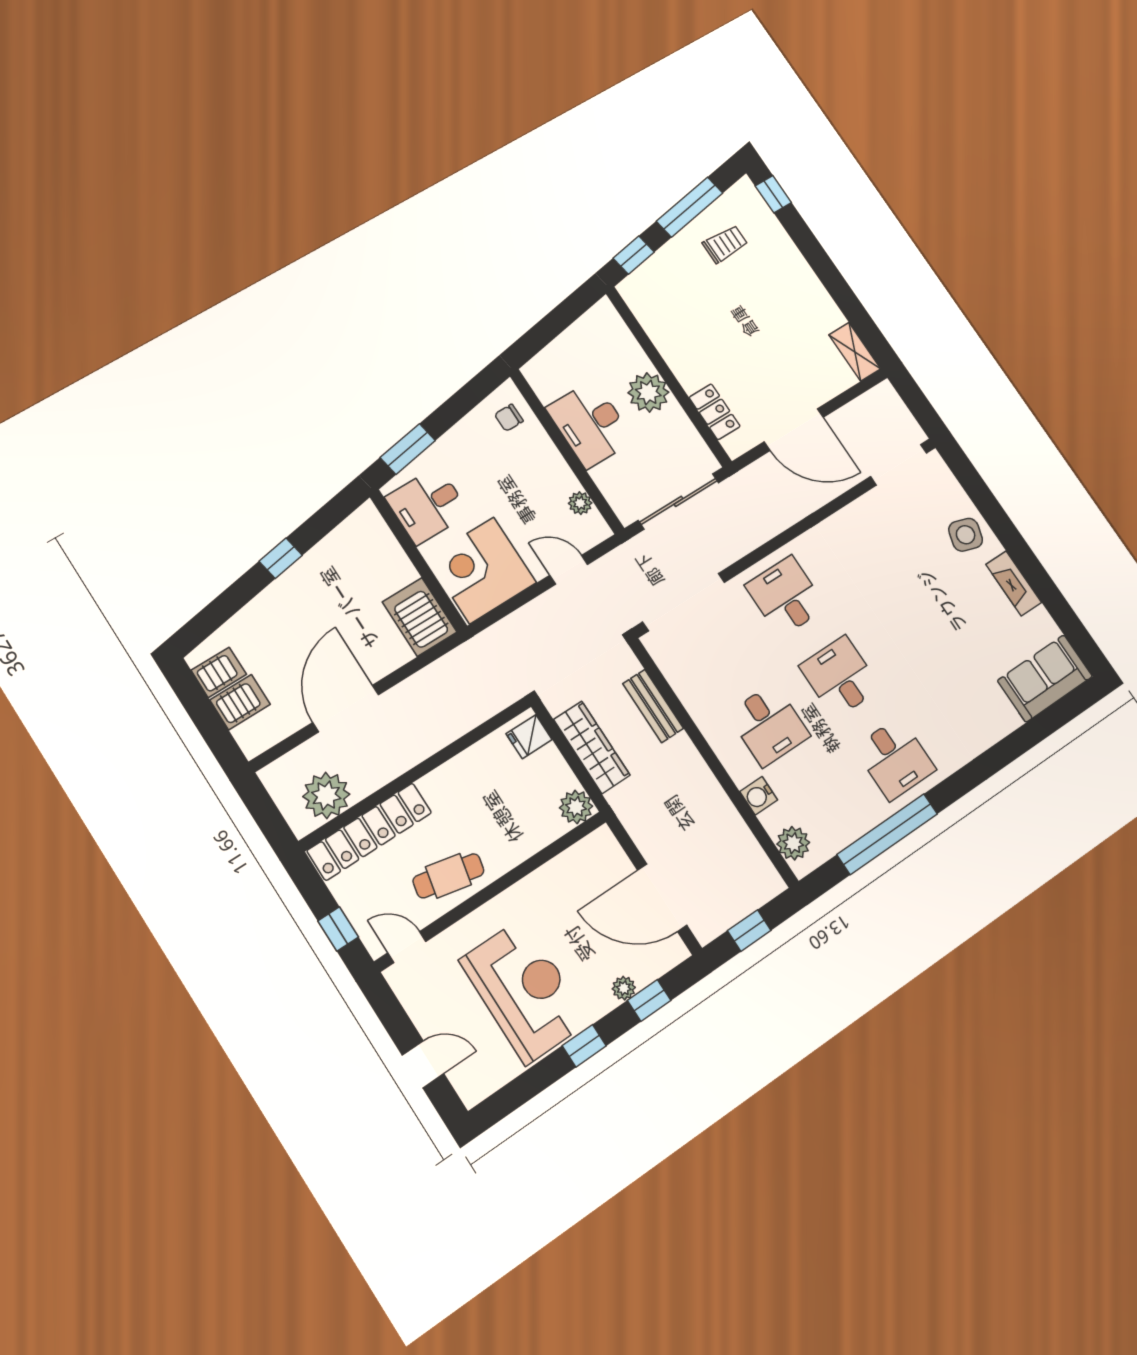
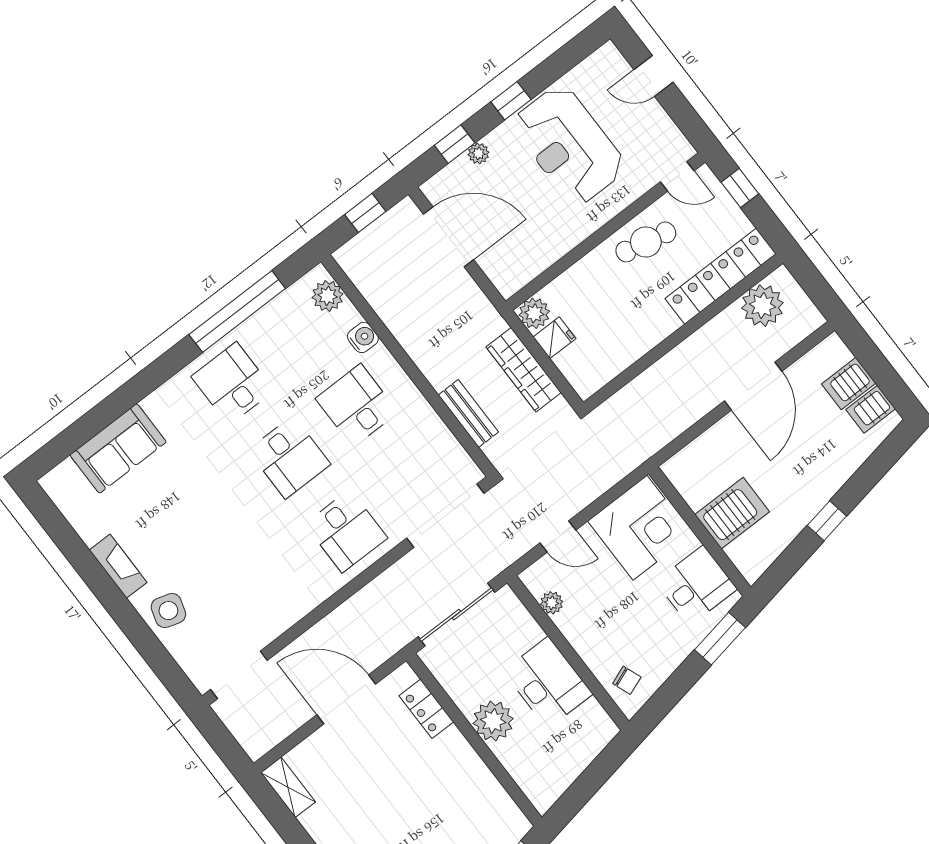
chair: (509, 418) -> (627, 680), turned 69
server rack: (420, 617) -> (732, 513), moved, turned -90
sofa: (1045, 678) -> (118, 448), moved
fridge: (529, 737) -> (554, 338), moved

